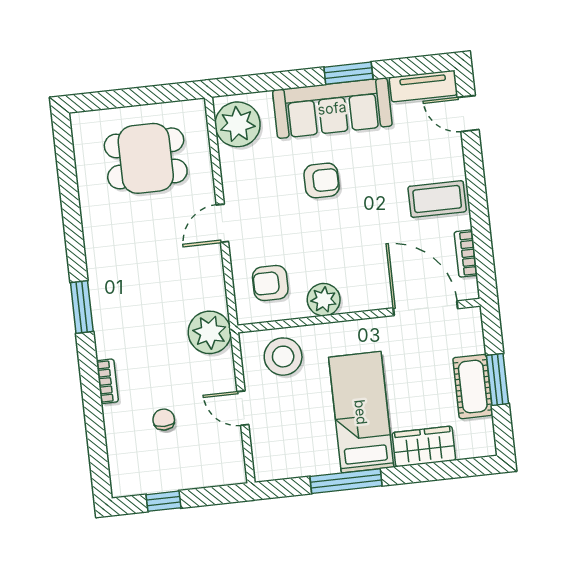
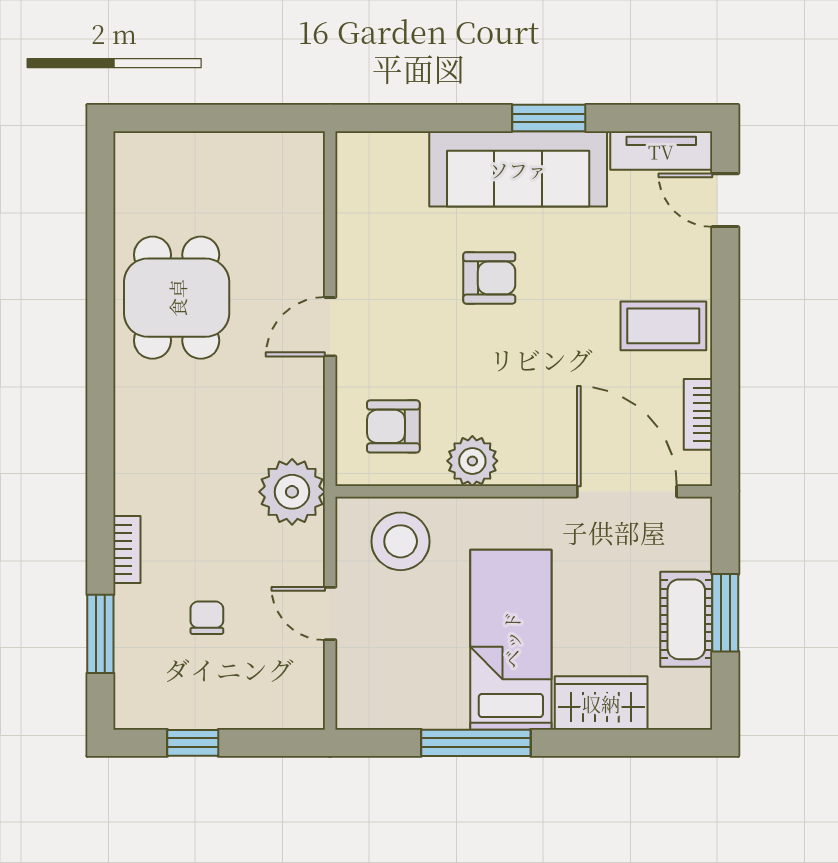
plant: (238, 124) -> (370, 178), removed
dining table: (146, 158) -> (177, 298), moved, turned 90
window: (82, 307) -> (100, 634), moved

